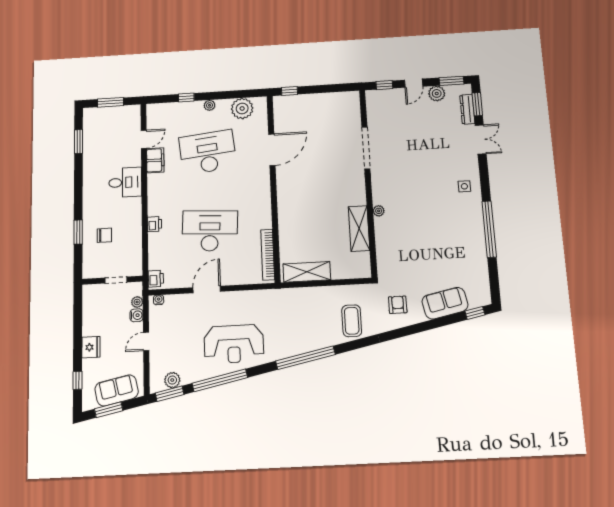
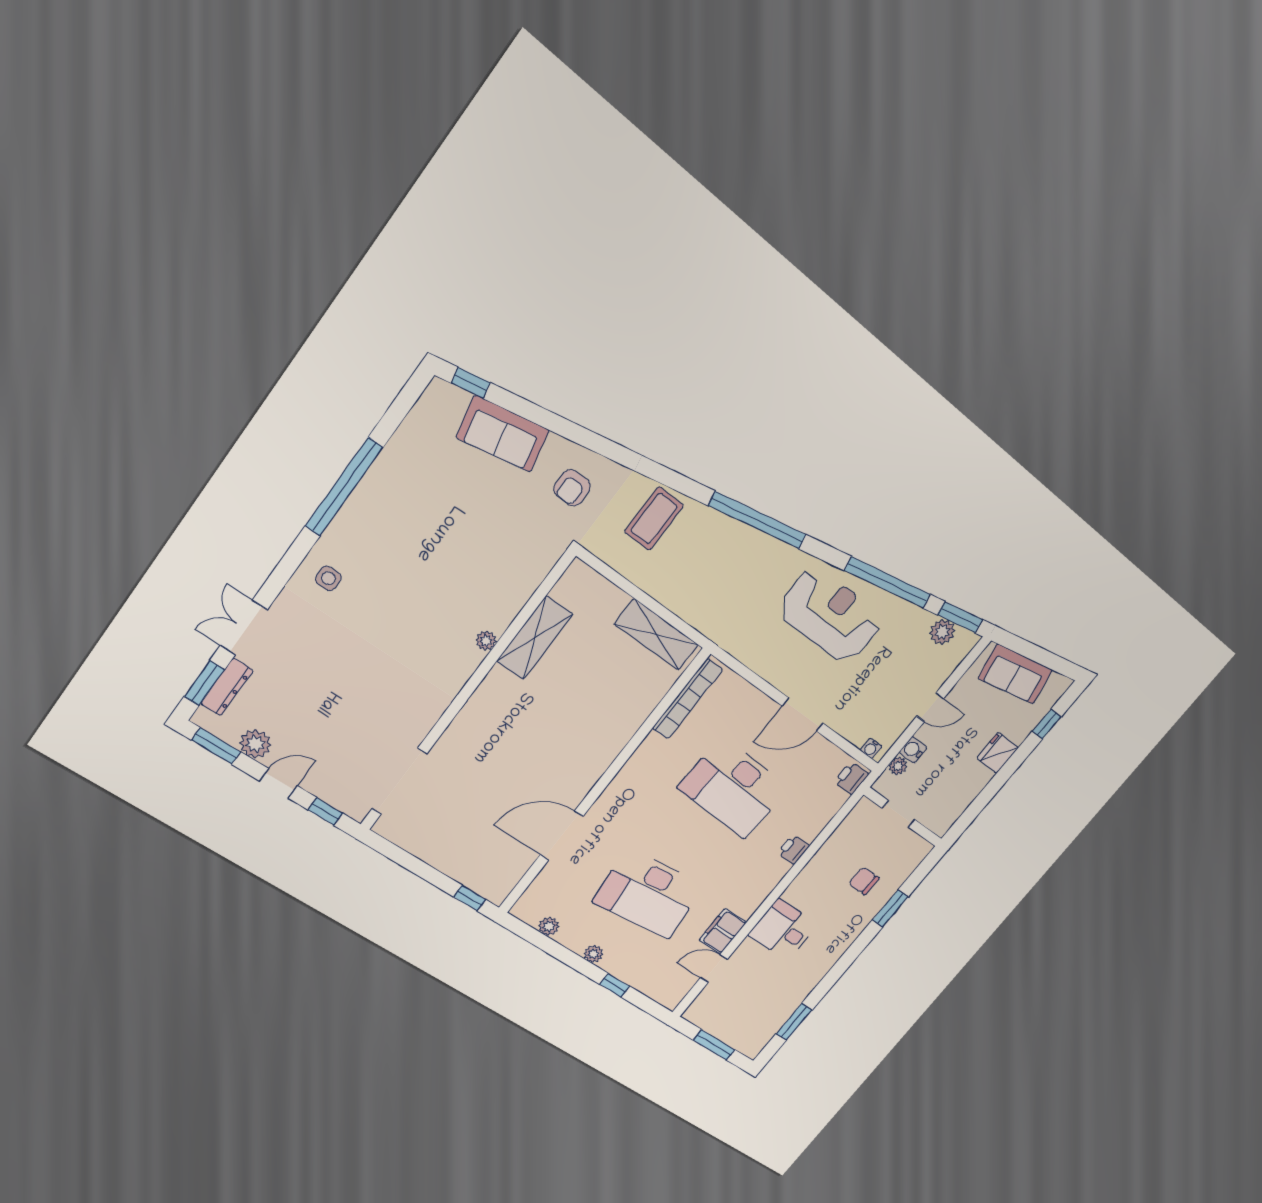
plant: (242, 108) -> (549, 926), width x0.53, depth x0.53
doorway: (366, 148) -> (399, 781), moved
window: (109, 410) -> (1044, 658), removed

